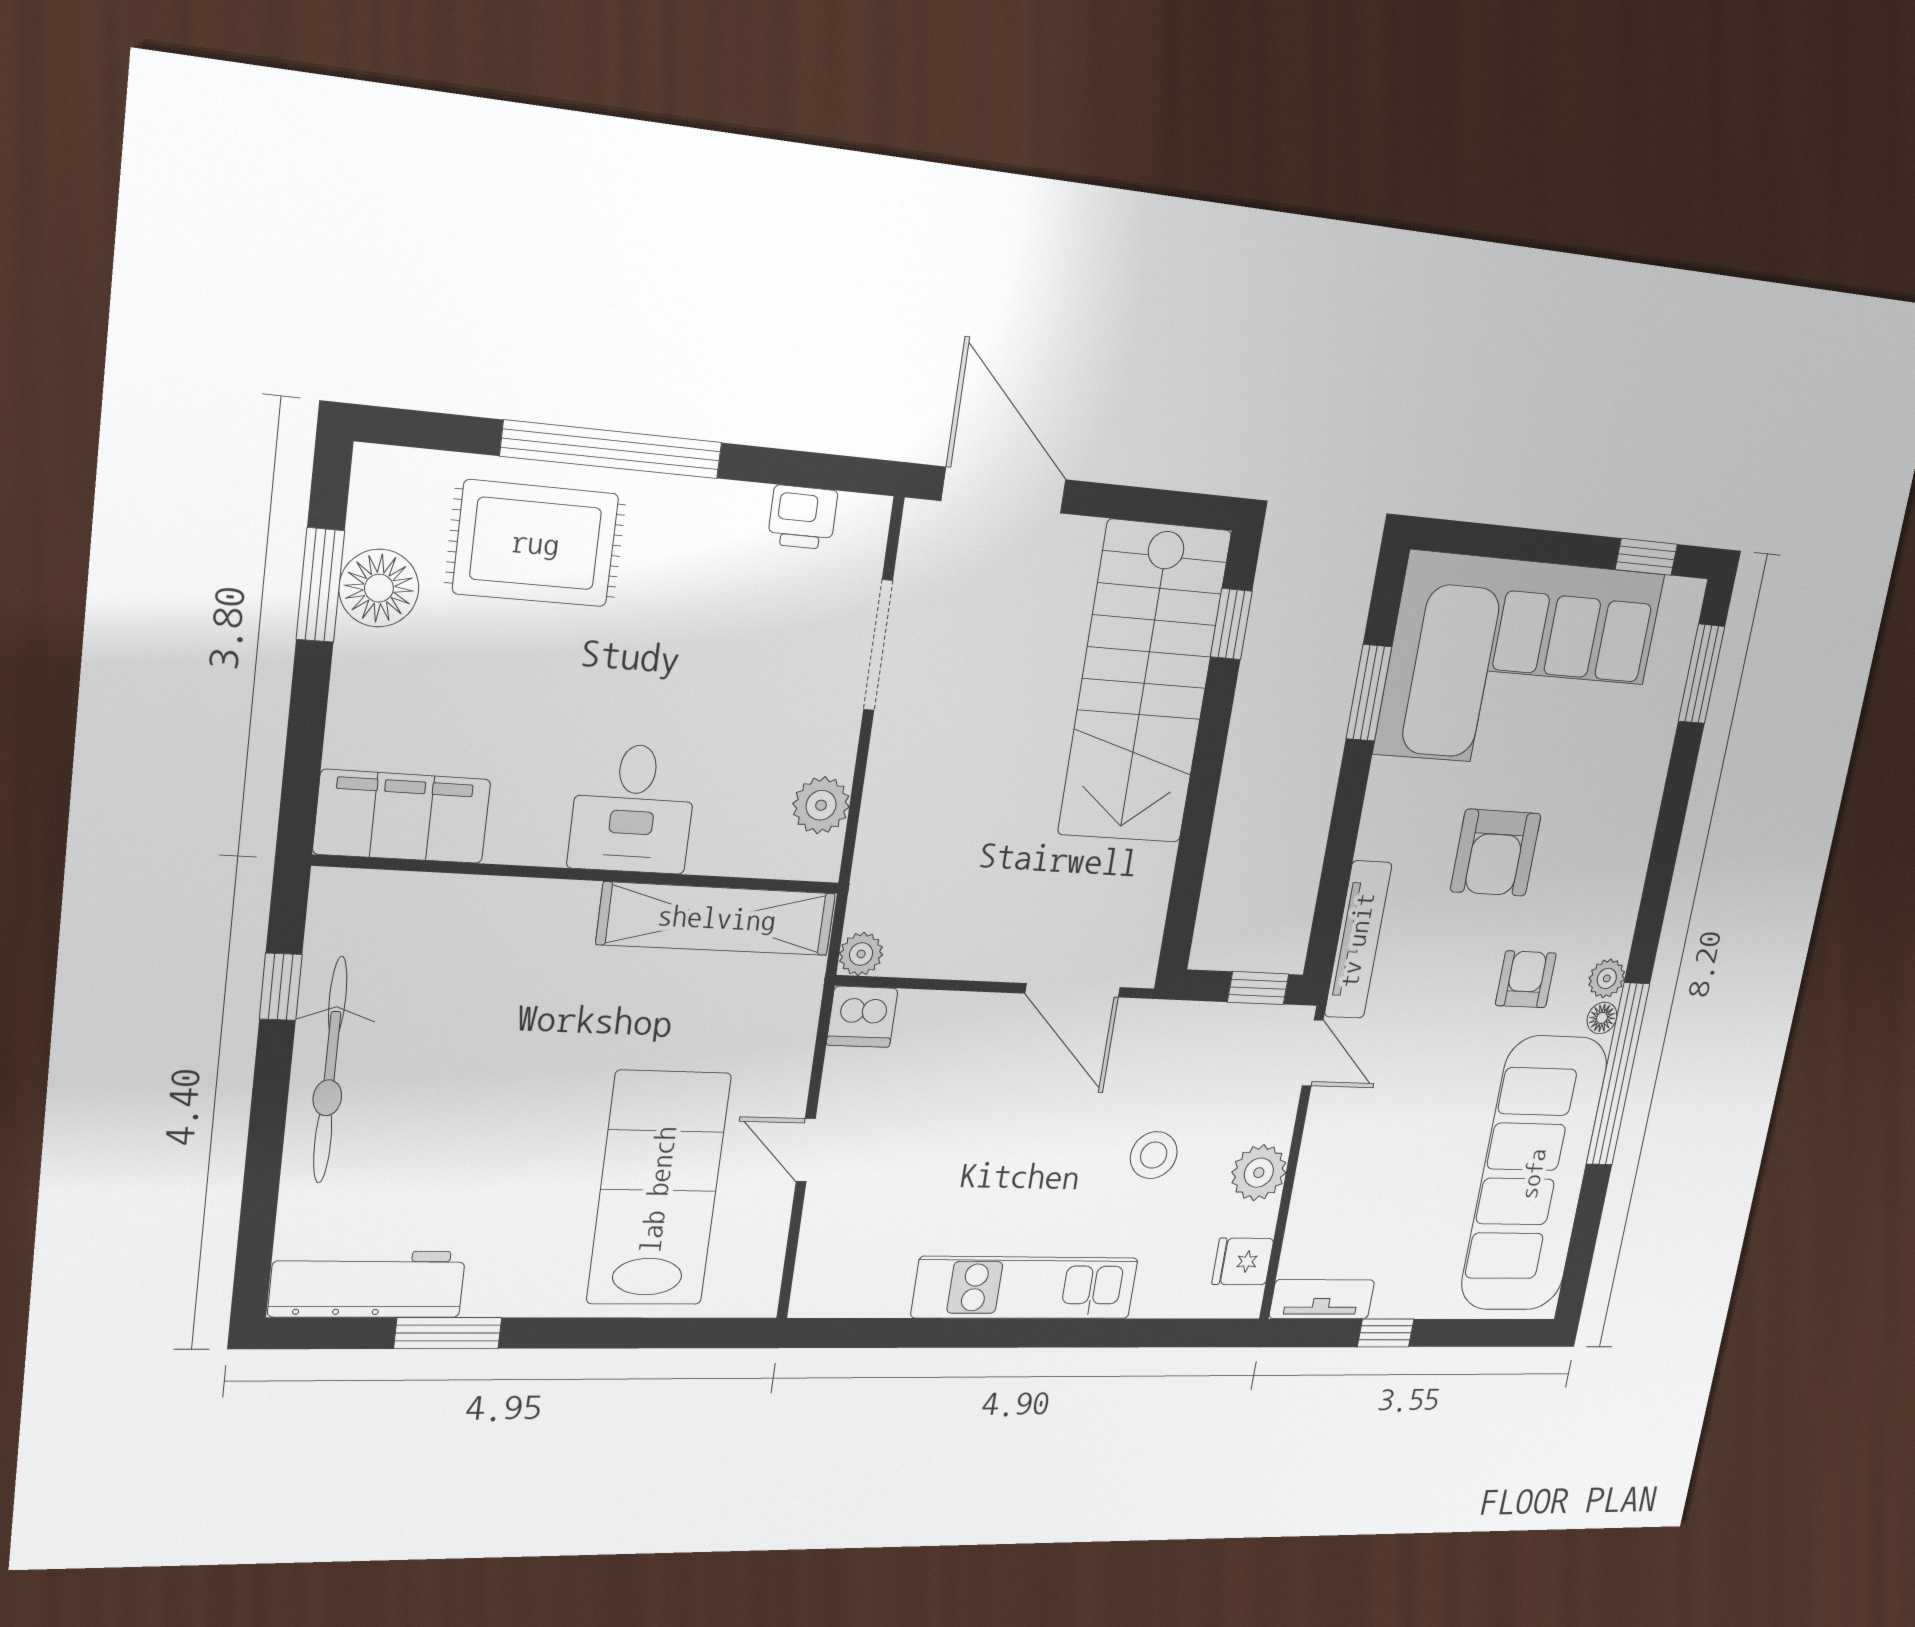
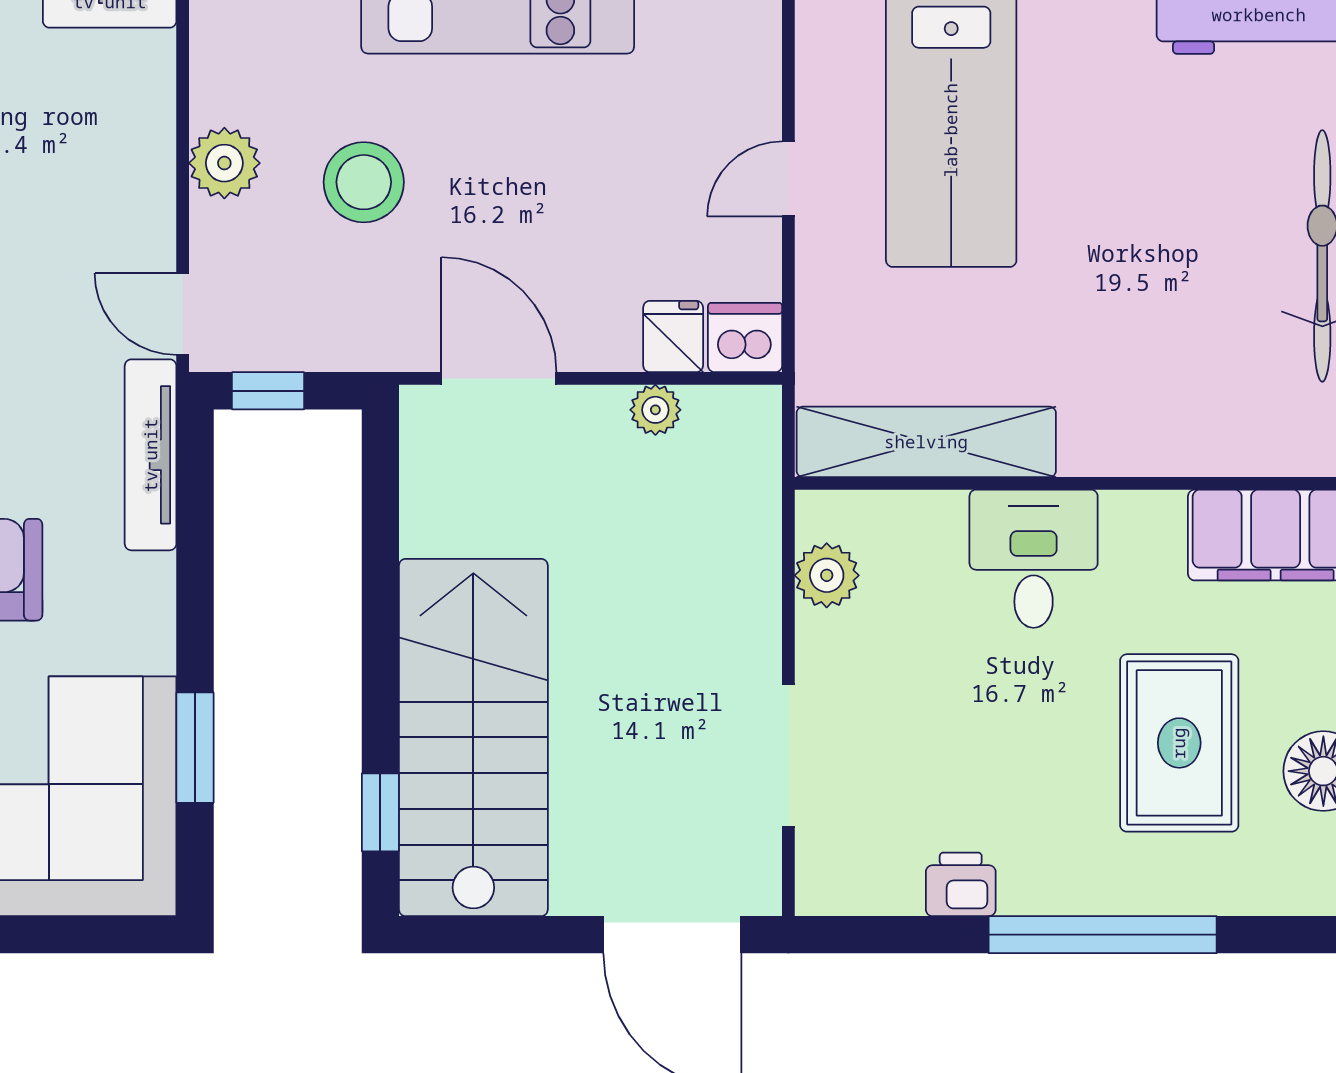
printer: (803, 517) -> (961, 884), moved
rug: (536, 544) -> (1179, 743), moved, turned 90
plant: (861, 954) -> (655, 410), moved
door: (806, 1150) -> (788, 179), swing flipped
stool: (1154, 1155) -> (364, 182), width x1.38, depth x1.38
fridge: (1243, 1261) -> (673, 337), moved, turned -90

